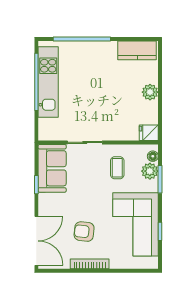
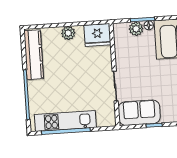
kitchen counter: (137, 50) -> (34, 55), width x1.50
fridge: (149, 133) -> (97, 35), width x1.88, depth x1.34
floor lamp: (153, 156) -> (149, 25), moved
coffee table: (117, 168) -> (135, 57), removed

